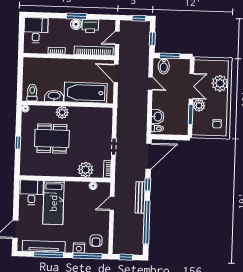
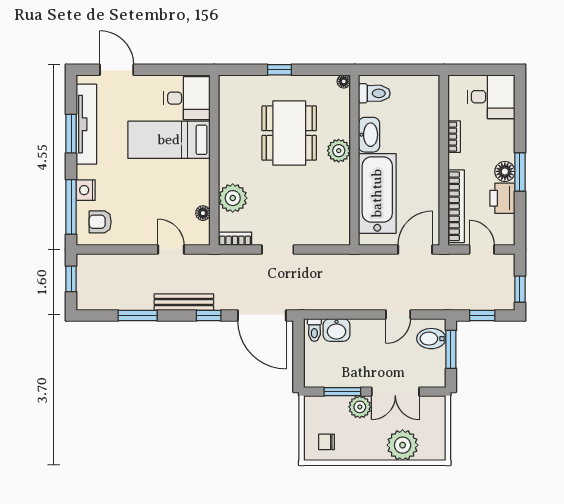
window: (147, 222) -> (138, 315), width x0.47
window: (49, 255) -> (71, 134), width x0.69

